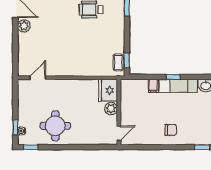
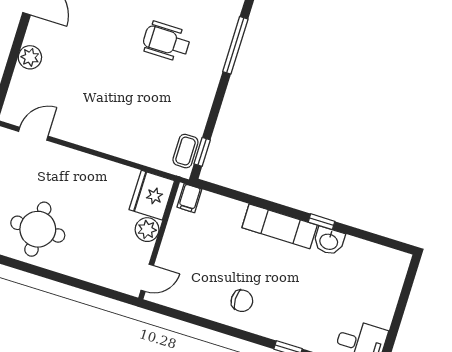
plant: (24, 26) -> (30, 57), moved
window: (173, 77) -> (322, 222), moved
filing cabinet: (153, 86) -> (189, 198), moved

